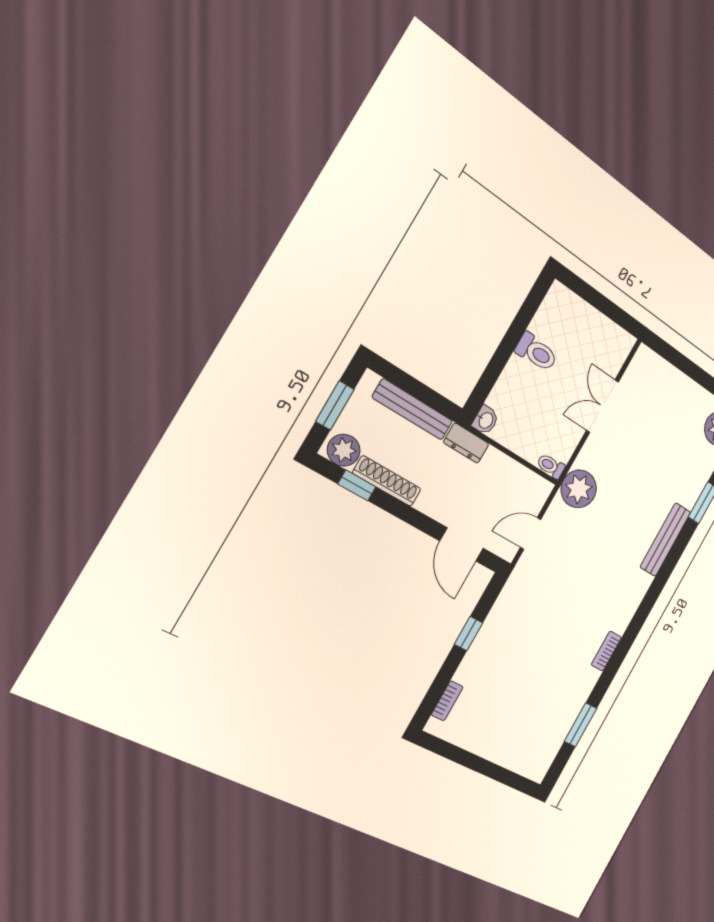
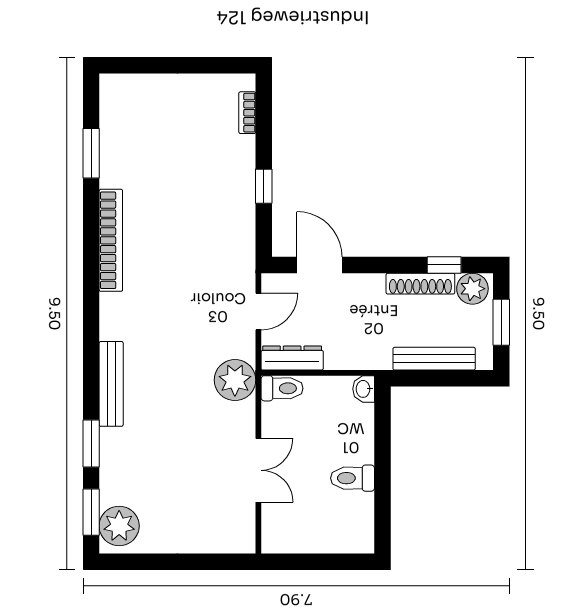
dresser: (466, 443) -> (292, 358), moved, width x1.44
toilet: (551, 466) -> (282, 388), width x1.37, depth x1.39
bookcase: (606, 651) -> (111, 240), width x2.31, depth x1.31

